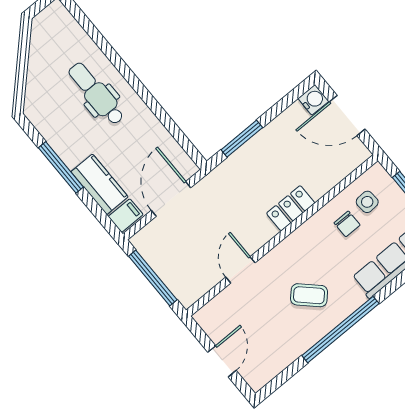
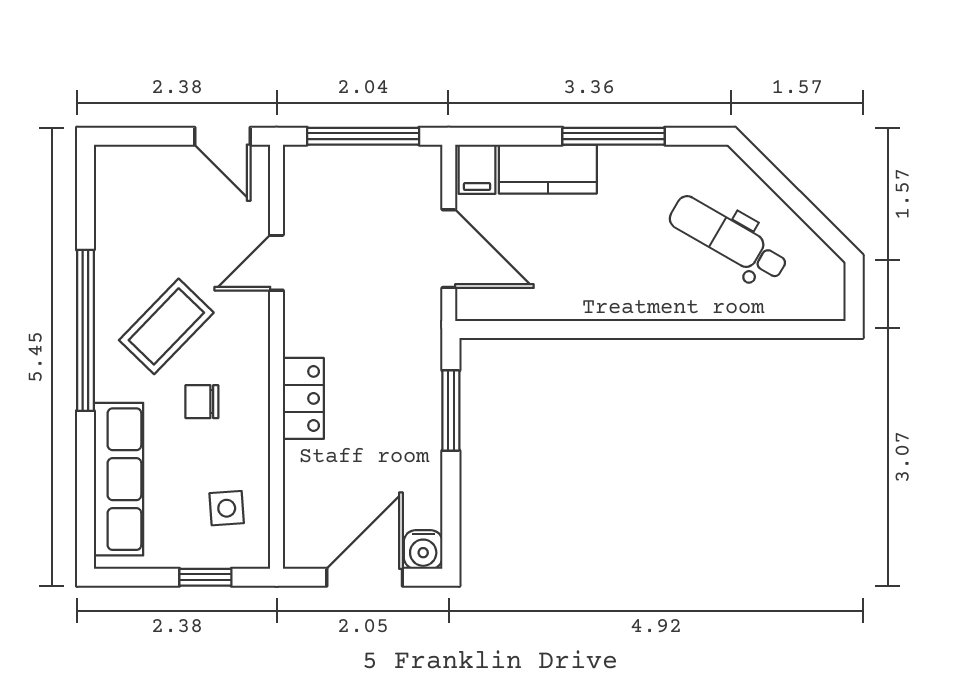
dental chair: (96, 94) -> (728, 238), moved, turned -150
chair: (347, 224) -> (202, 402), moved
door: (240, 270) -> (277, 263), swing flipped
coffee table: (309, 295) -> (166, 326), width x1.36, depth x1.30
door: (222, 361) -> (222, 136), moved

